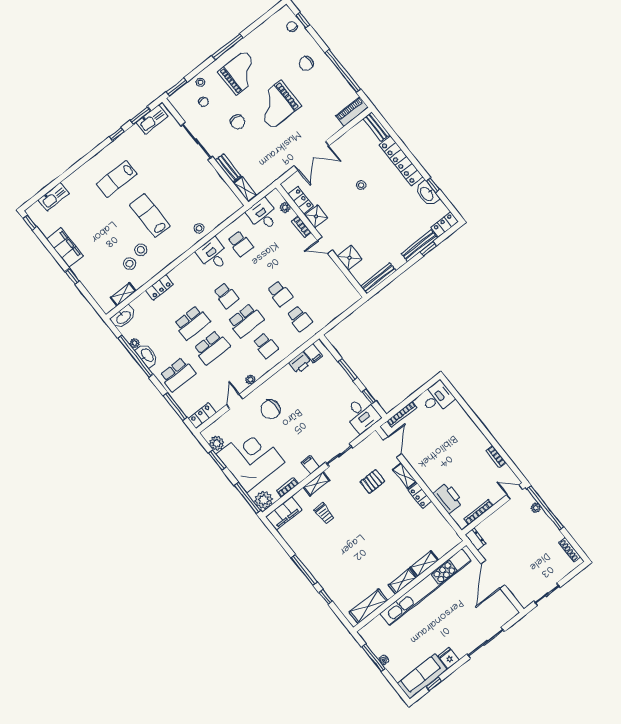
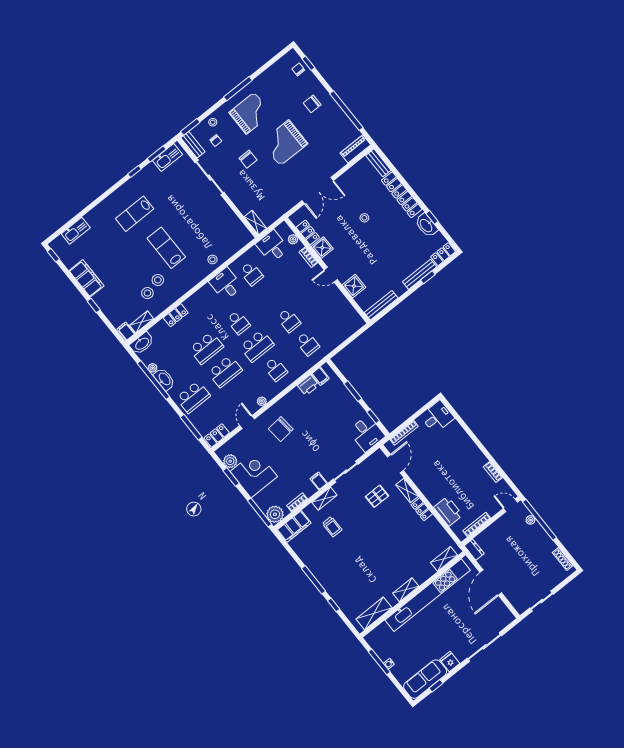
bench: (228, 168) -> (193, 145), moved
filing cabinet: (106, 304) -> (126, 331), added
corner desk: (251, 458) -> (254, 474), width x0.74, depth x0.74
shelving: (424, 564) -> (444, 559), moved

